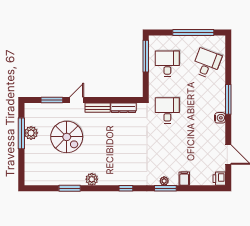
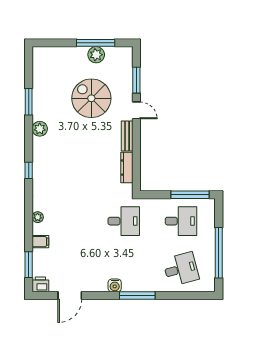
desk: (207, 64) -> (181, 269), turned -36
spiral stairs: (67, 137) -> (91, 98), turned 90
window: (165, 188) -> (29, 265), moved

